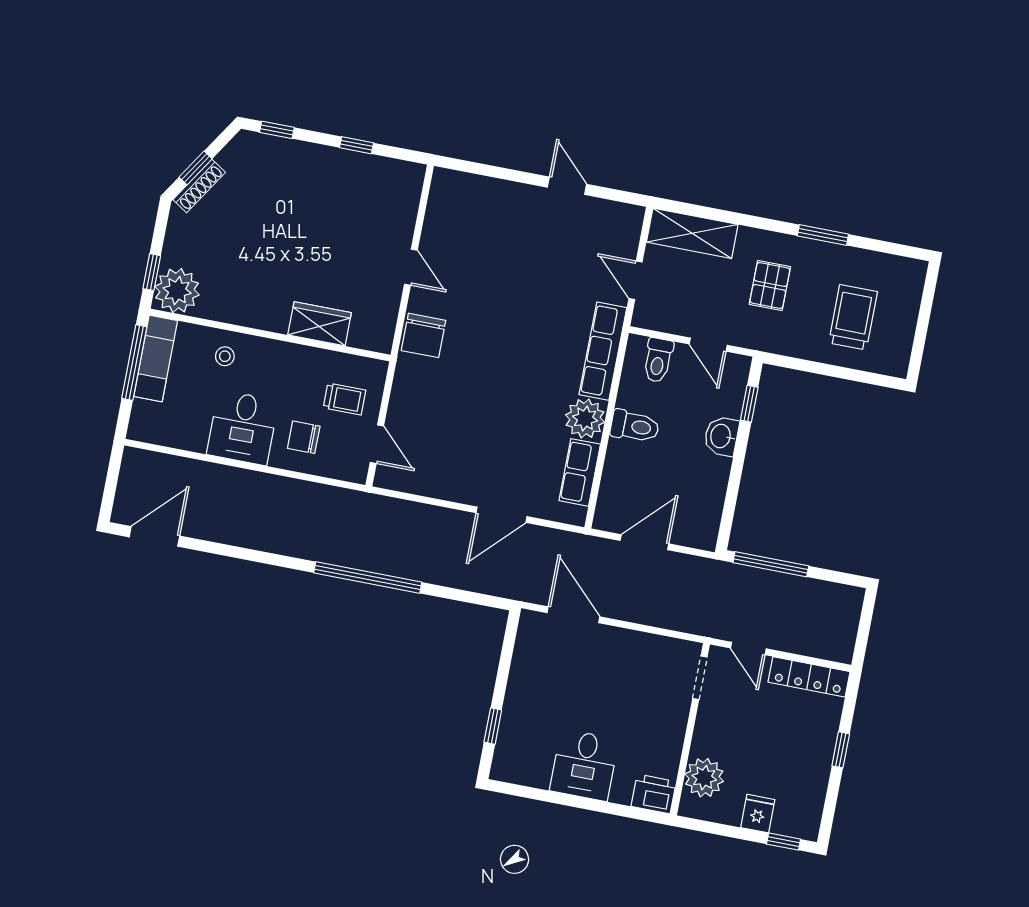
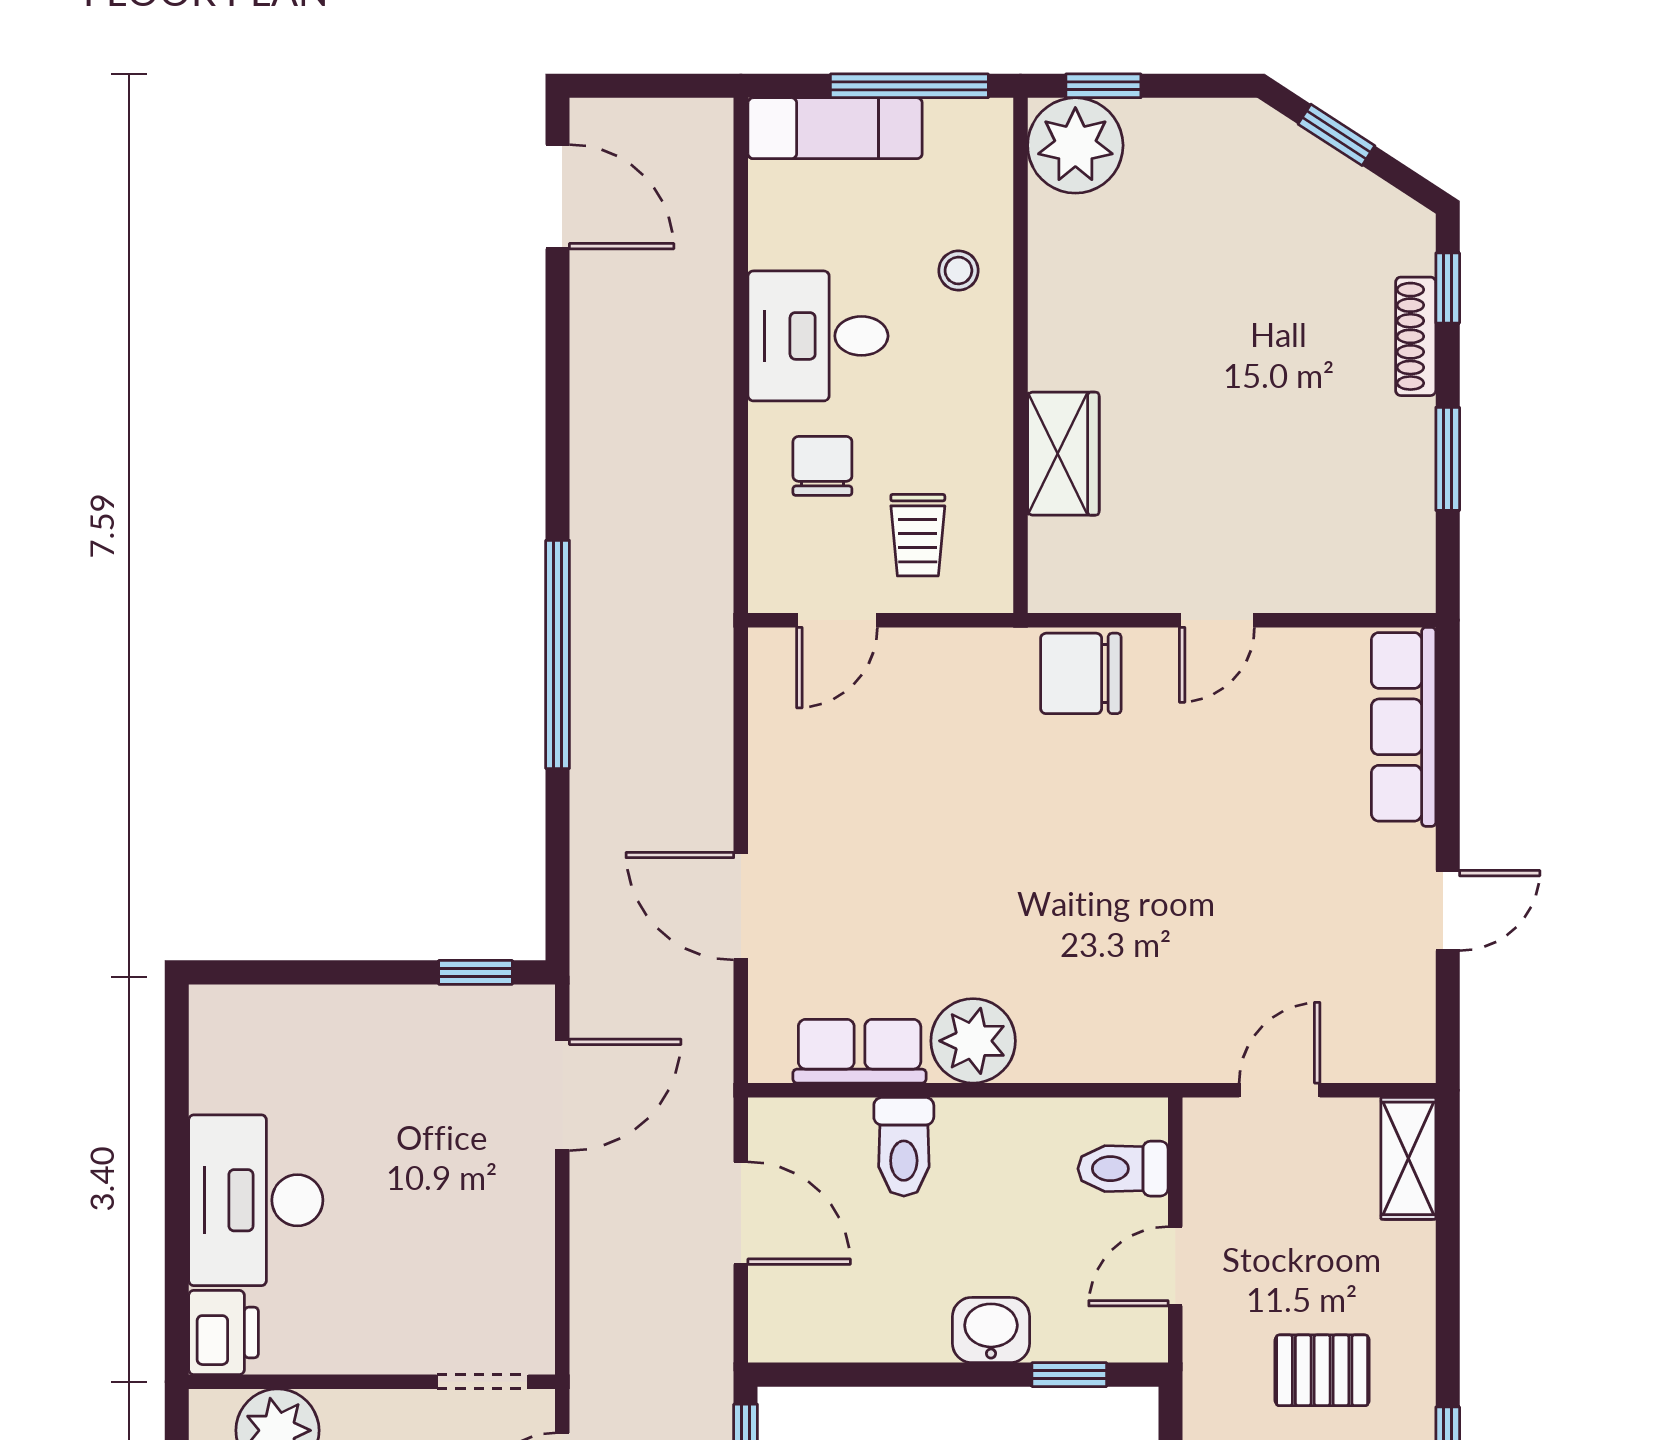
window: (356, 145) -> (1448, 459), width x1.50
shoe rack: (199, 186) -> (1416, 336), moved, turned 57
shelving: (692, 233) -> (1408, 1158), width x0.67, depth x0.75
row of seats: (603, 351) -> (1404, 727), moved, turned -90
exam couch: (156, 358) -> (835, 128), moved
toilet: (635, 426) -> (904, 1147), moved
window: (493, 726) -> (476, 972), moved
desk: (584, 765) -> (256, 1200), width x1.37

